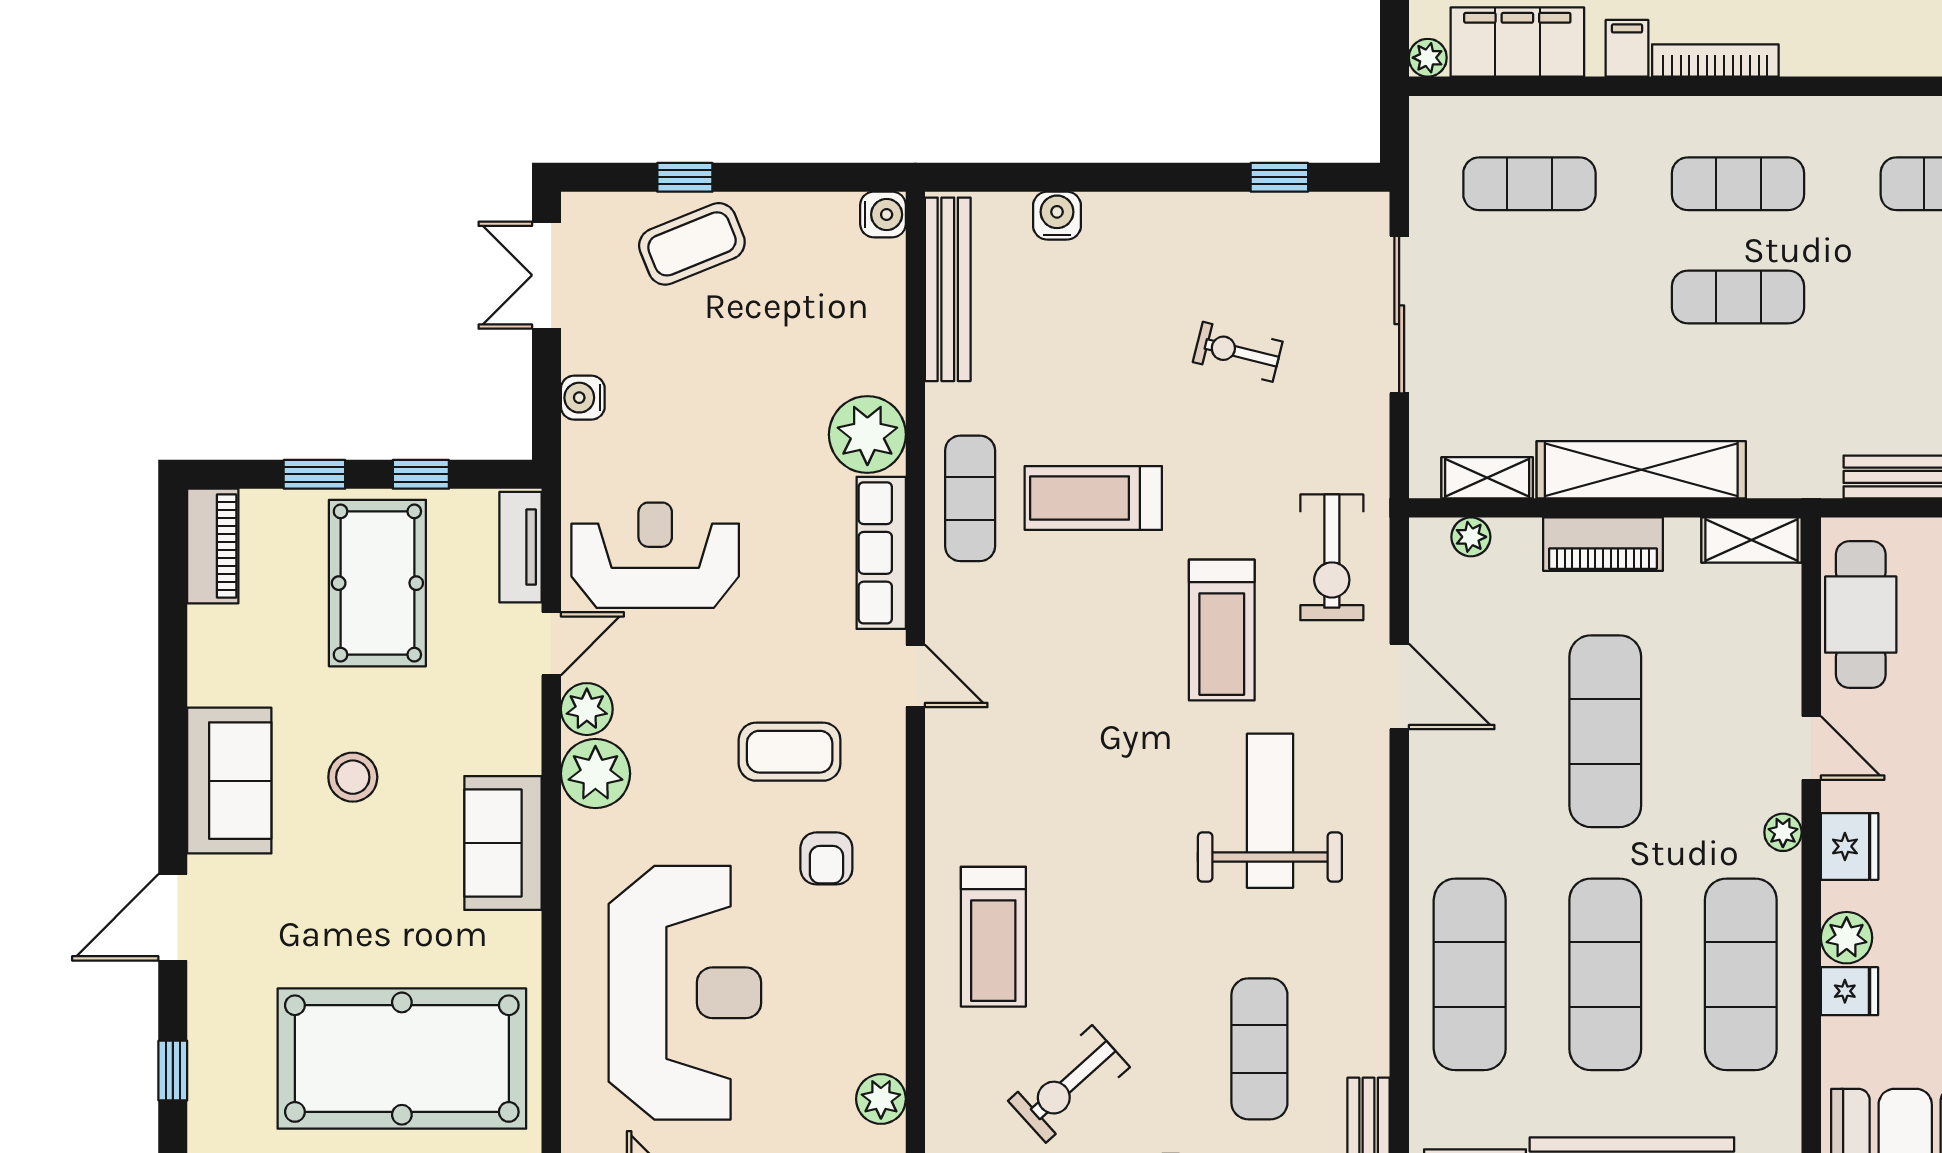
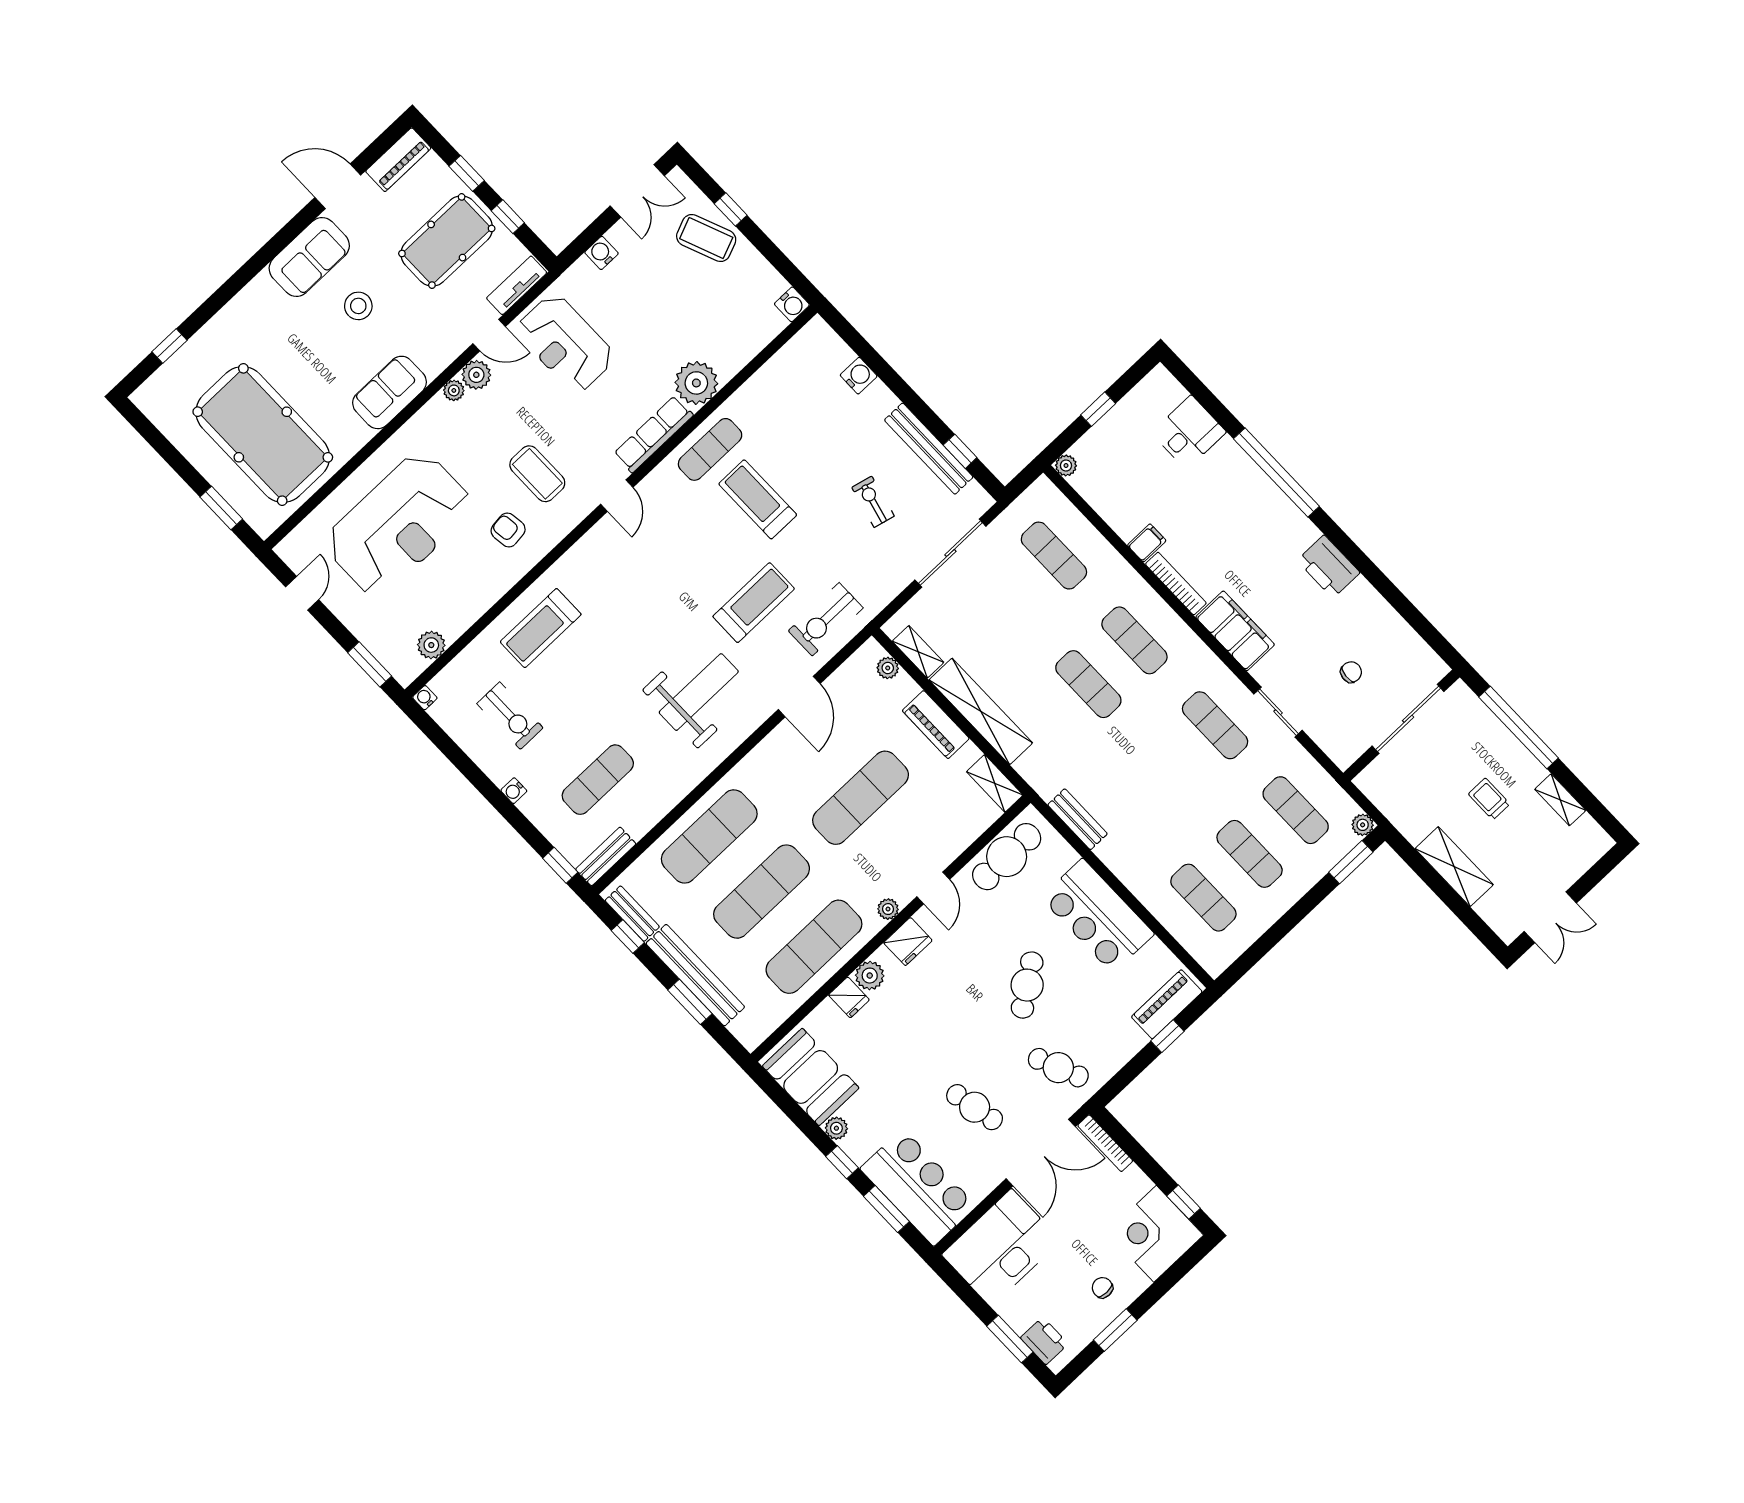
filing cabinet: (1517, 42) -> (1235, 631), moved
double door: (546, 275) -> (637, 191), swing flipped
bench: (948, 289) -> (929, 449), moved, turned 90
reception desk: (655, 555) -> (565, 343), turned 180
treadmill: (1222, 630) -> (754, 603), turned 180
plant: (595, 774) -> (454, 390), width x0.53, depth x0.53
armchair: (826, 858) -> (508, 530), turned 83
door: (173, 917) -> (338, 186), moved
exercise bike: (1069, 1084) -> (510, 716), turned -138

